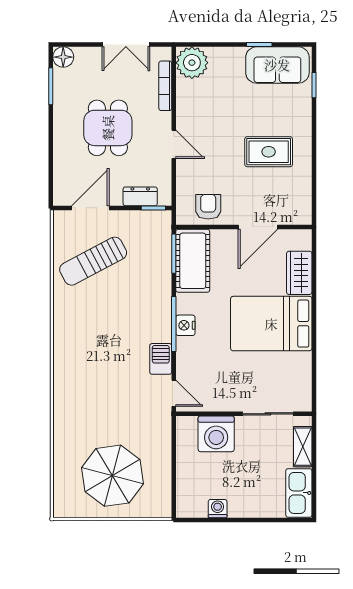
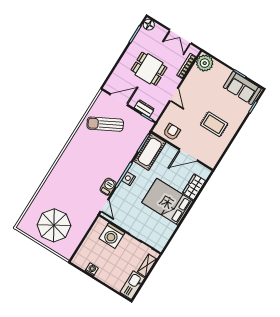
dining table: (108, 128) -> (149, 69), turned 90

